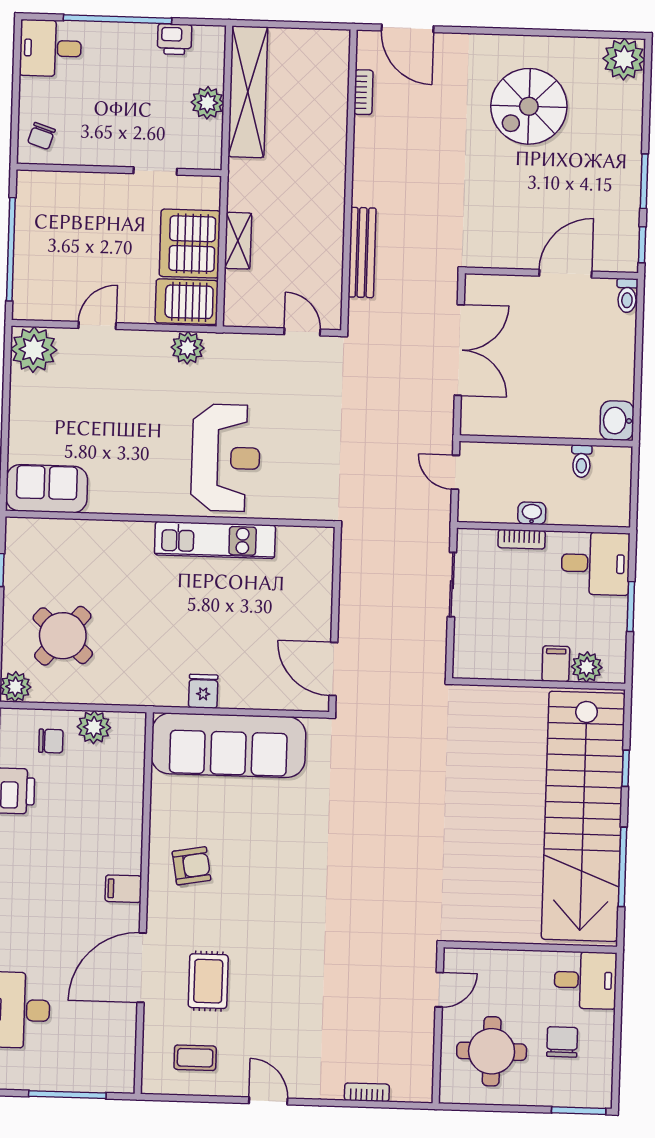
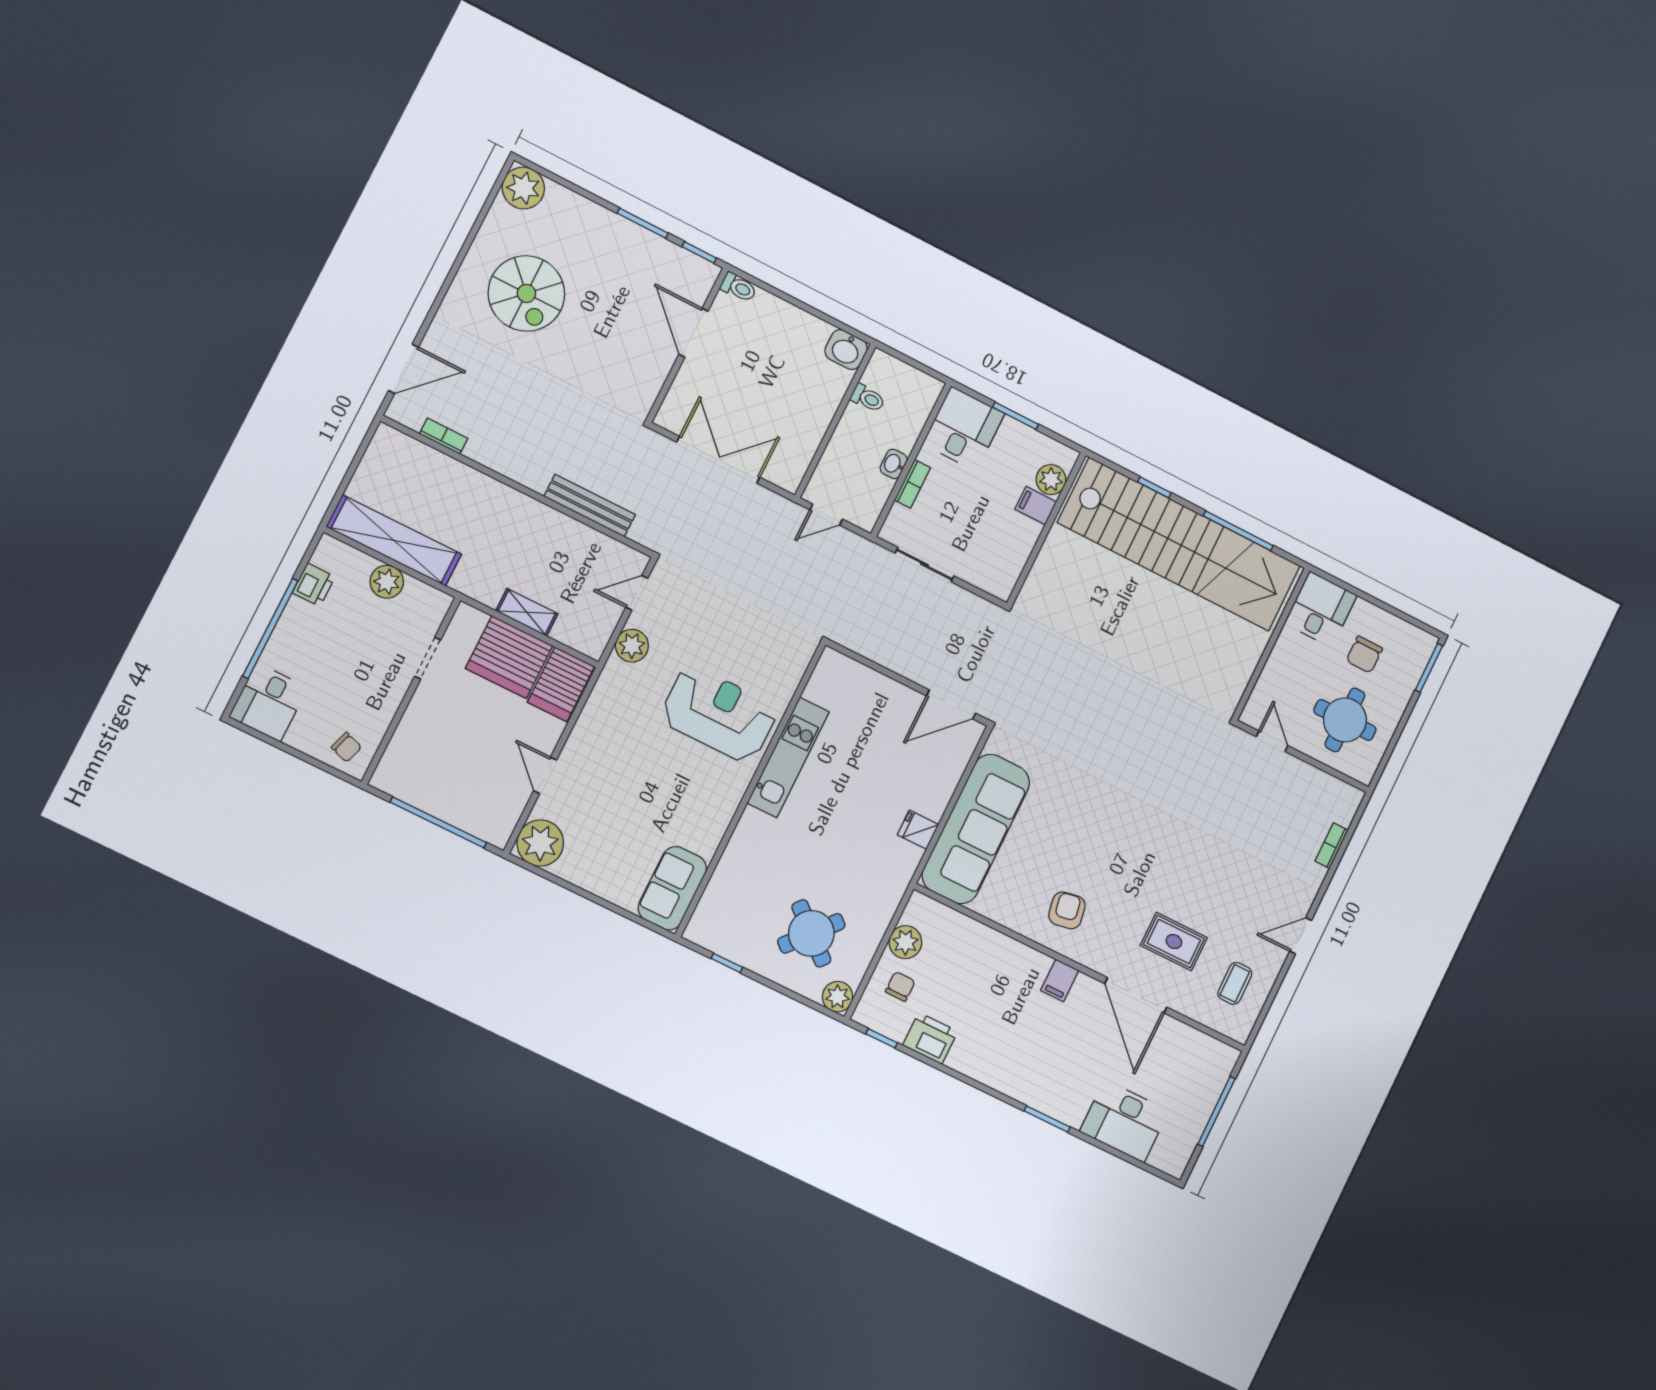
plant: (188, 348) -> (632, 646), moved
chair: (562, 1042) -> (1364, 655), turned -90

